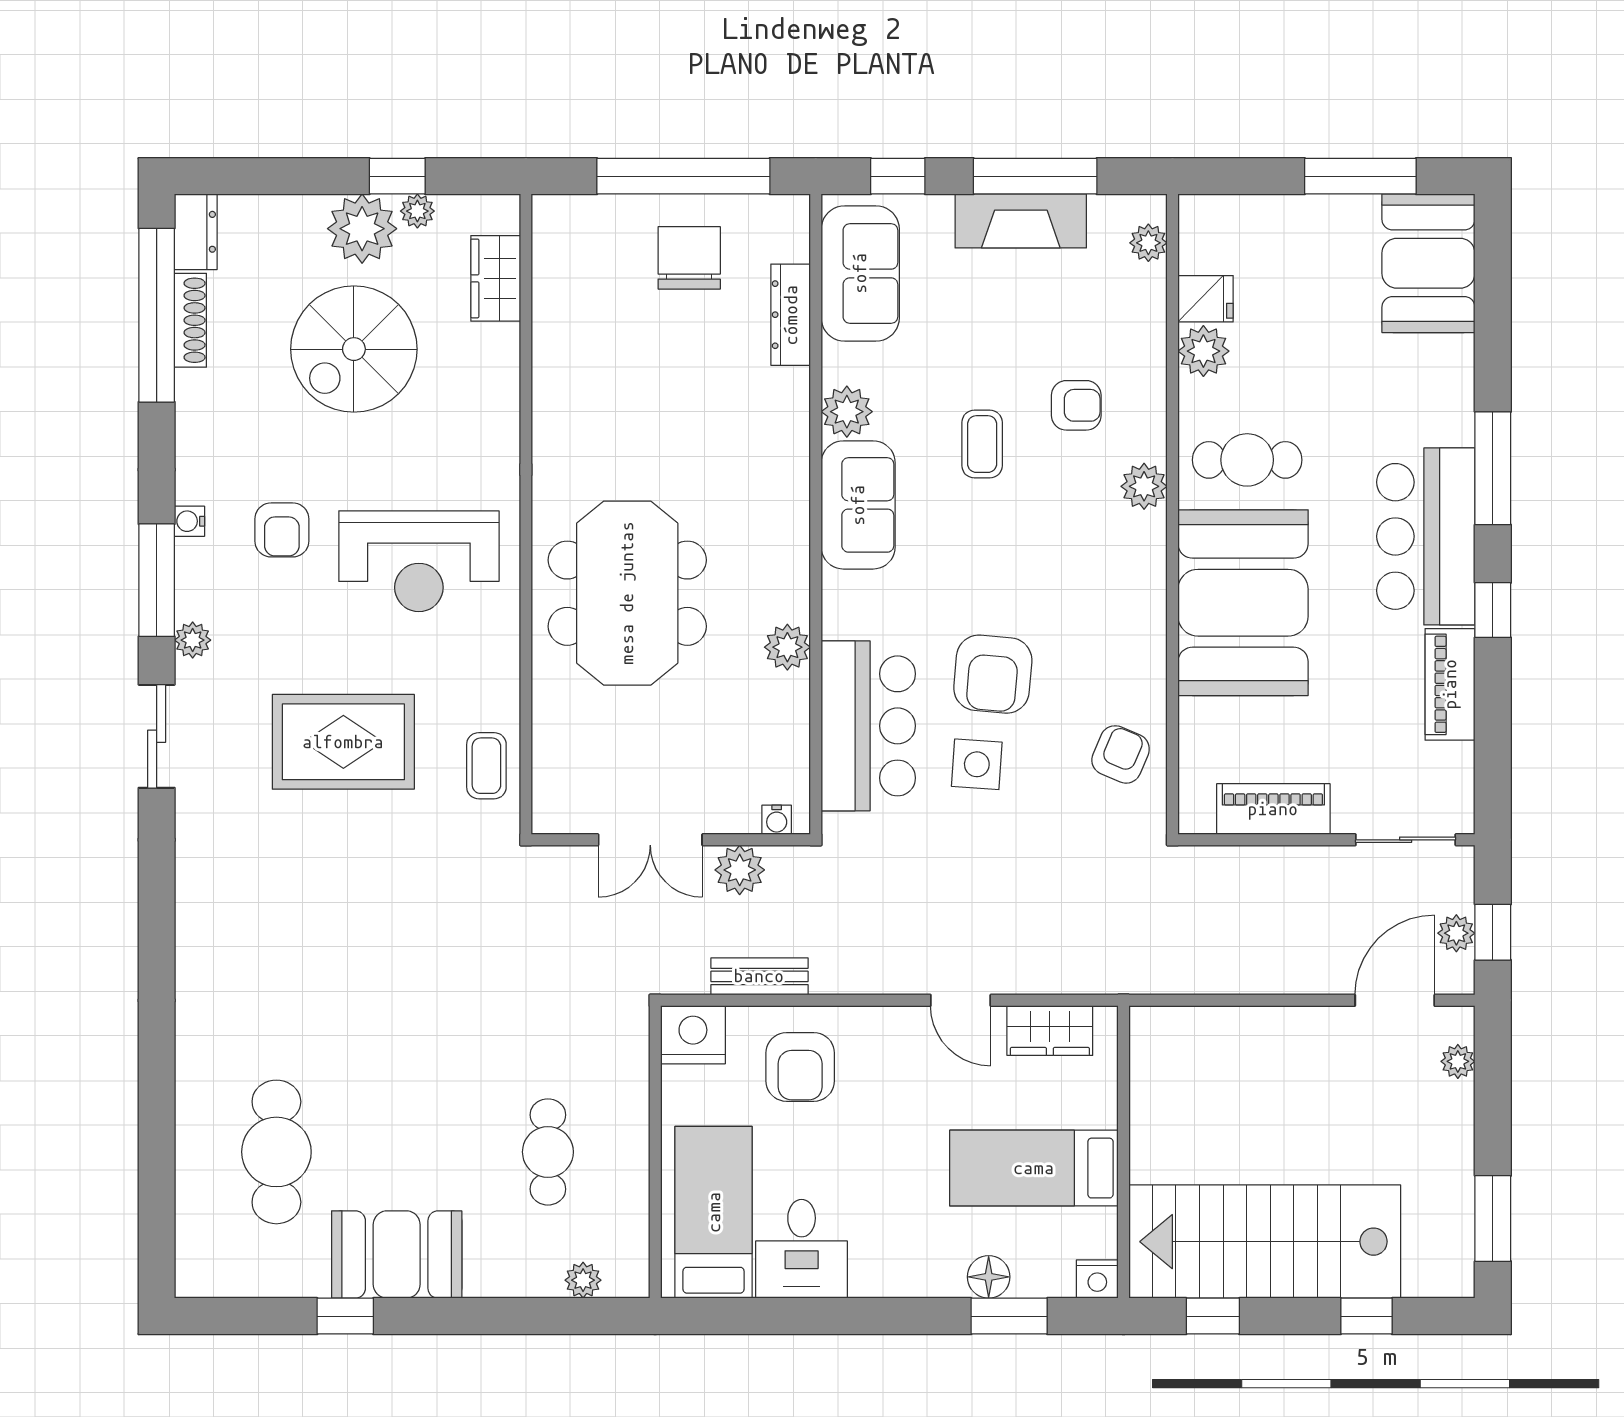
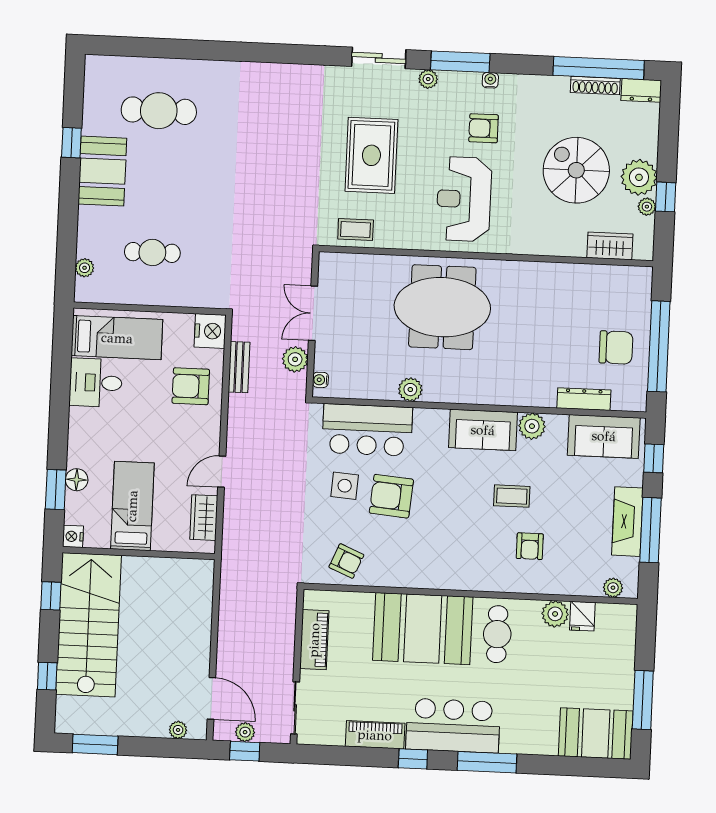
plant: (1144, 486) -> (486, 580), removed

